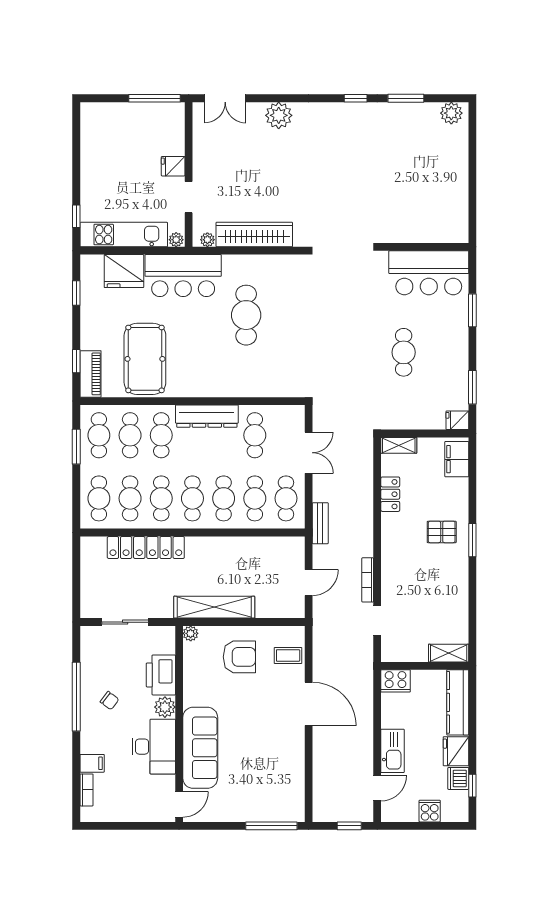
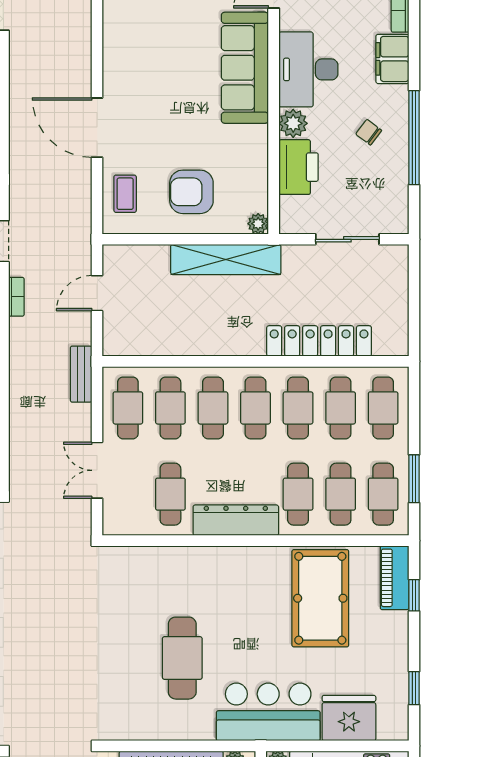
bookcase: (368, 580) -> (16, 297), width x0.64
coffee table: (288, 655) -> (125, 194), turned 90
filing cabinet: (92, 763) -> (392, 59), width x2.00

